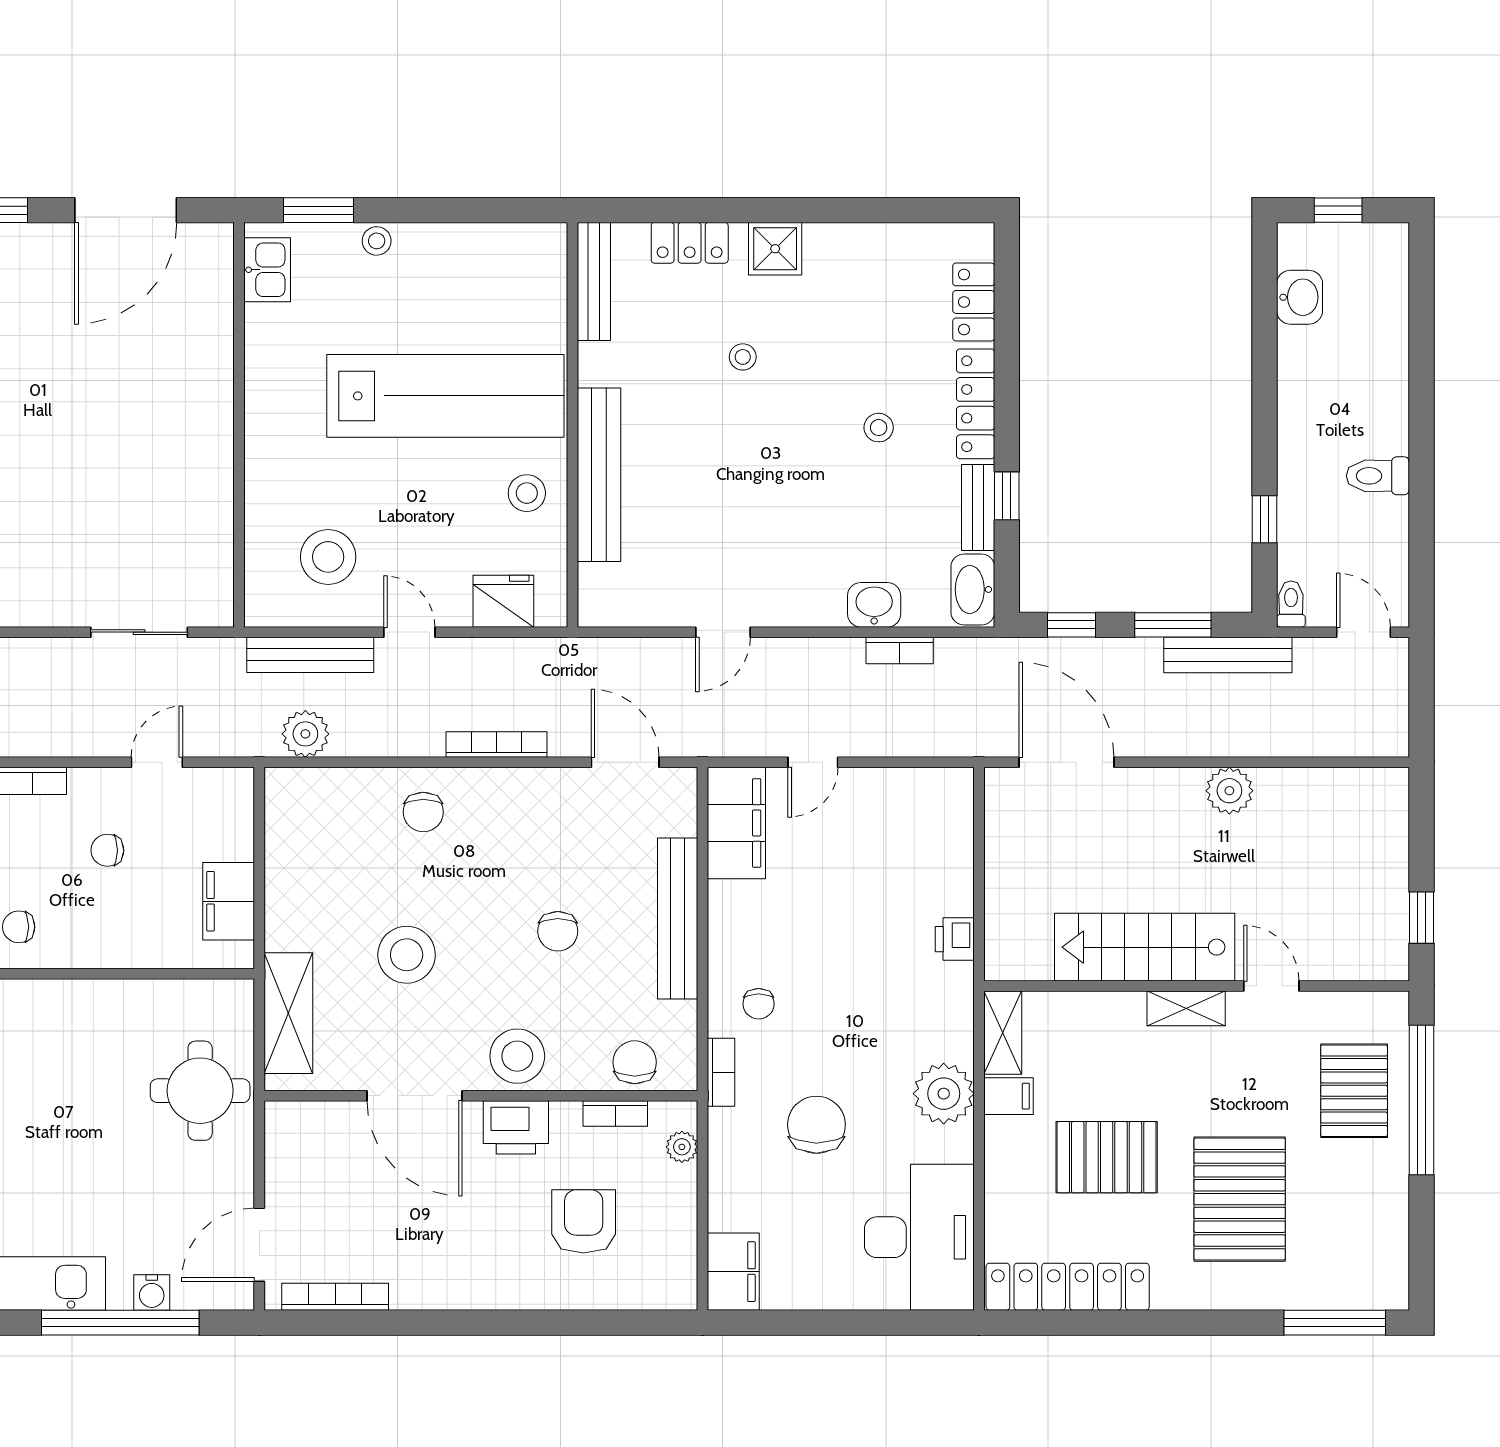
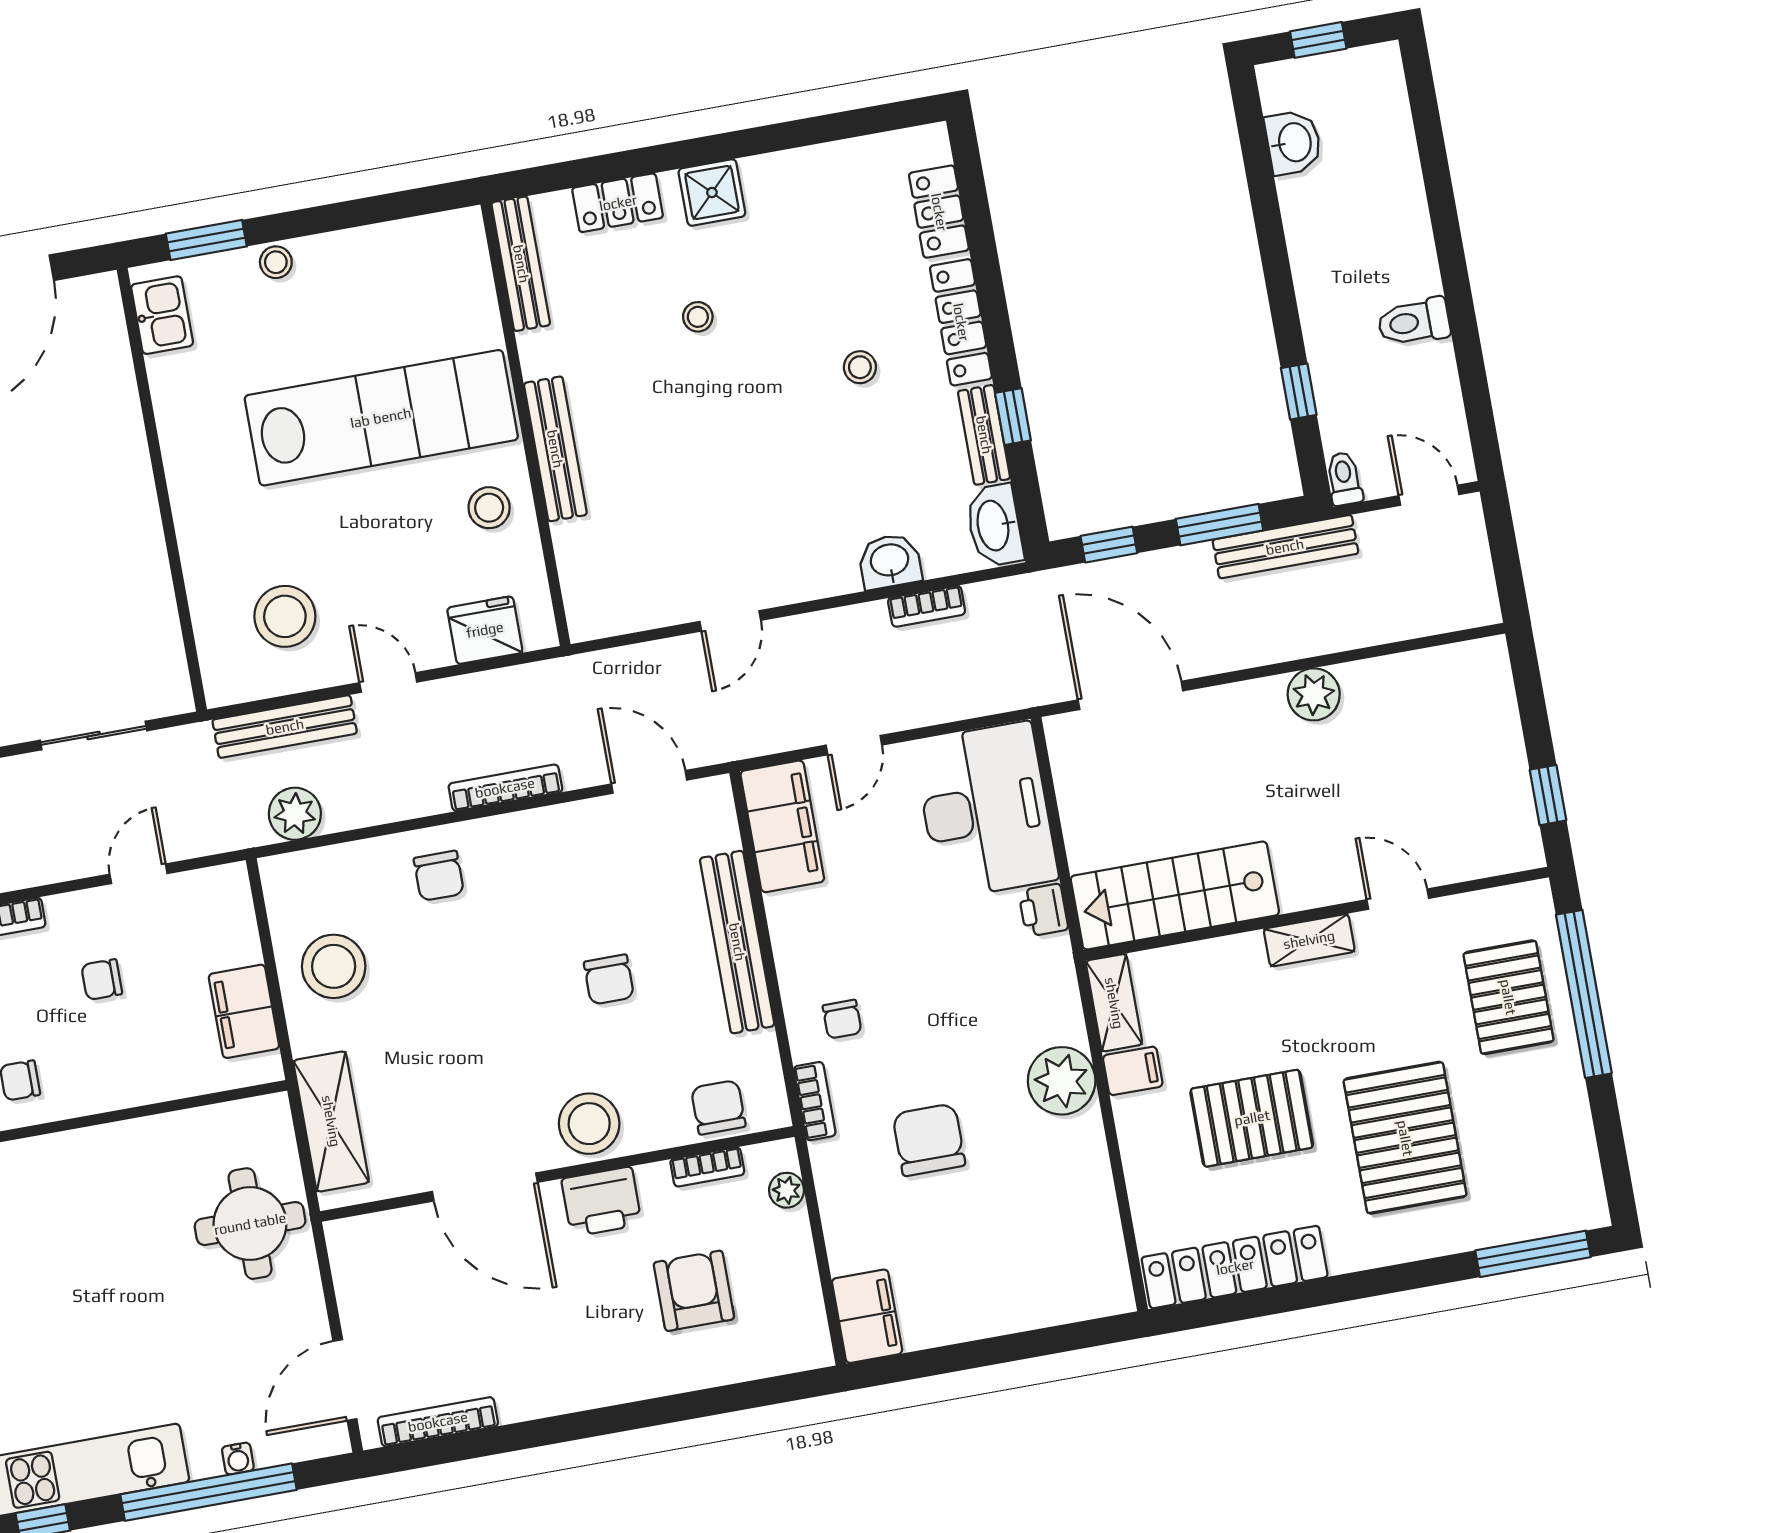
bench: (599, 475) -> (555, 449), width x0.73, depth x0.82
stairs: (1145, 947) -> (1175, 895), moved
stool: (407, 955) -> (334, 966), moved
desk: (919, 1237) -> (986, 810), moved
water cooler: (152, 1293) -> (238, 1459), width x0.72, depth x0.72

